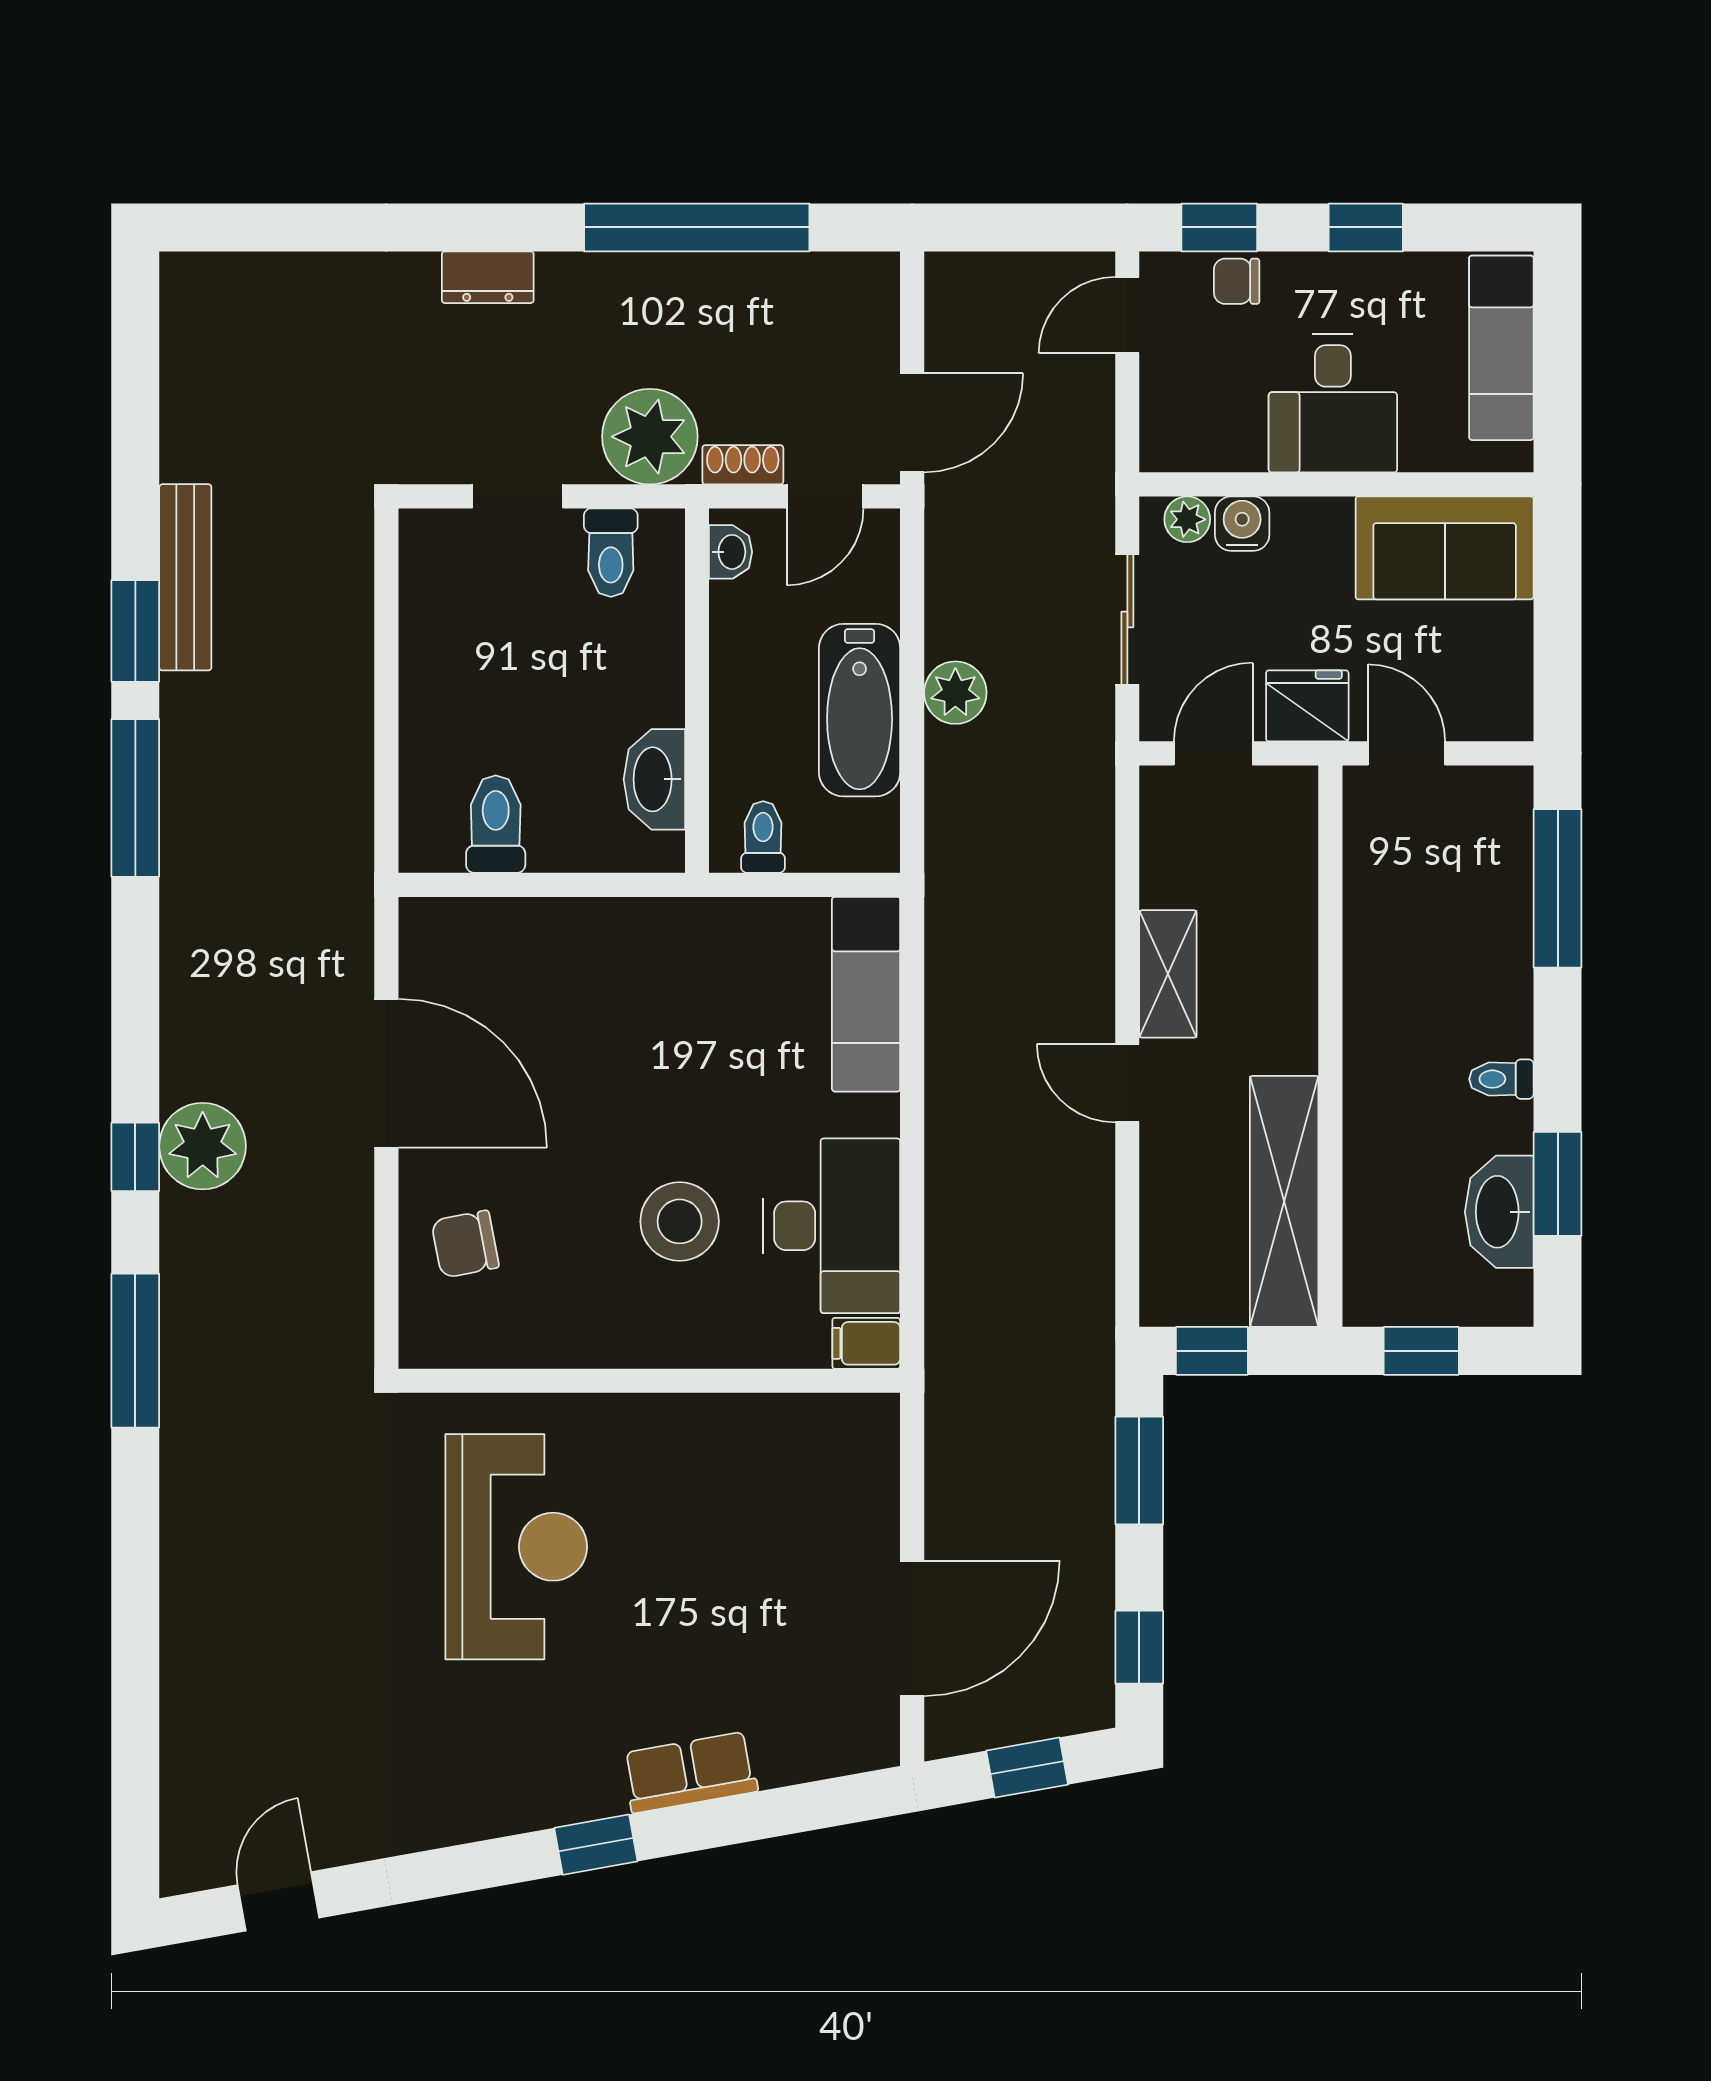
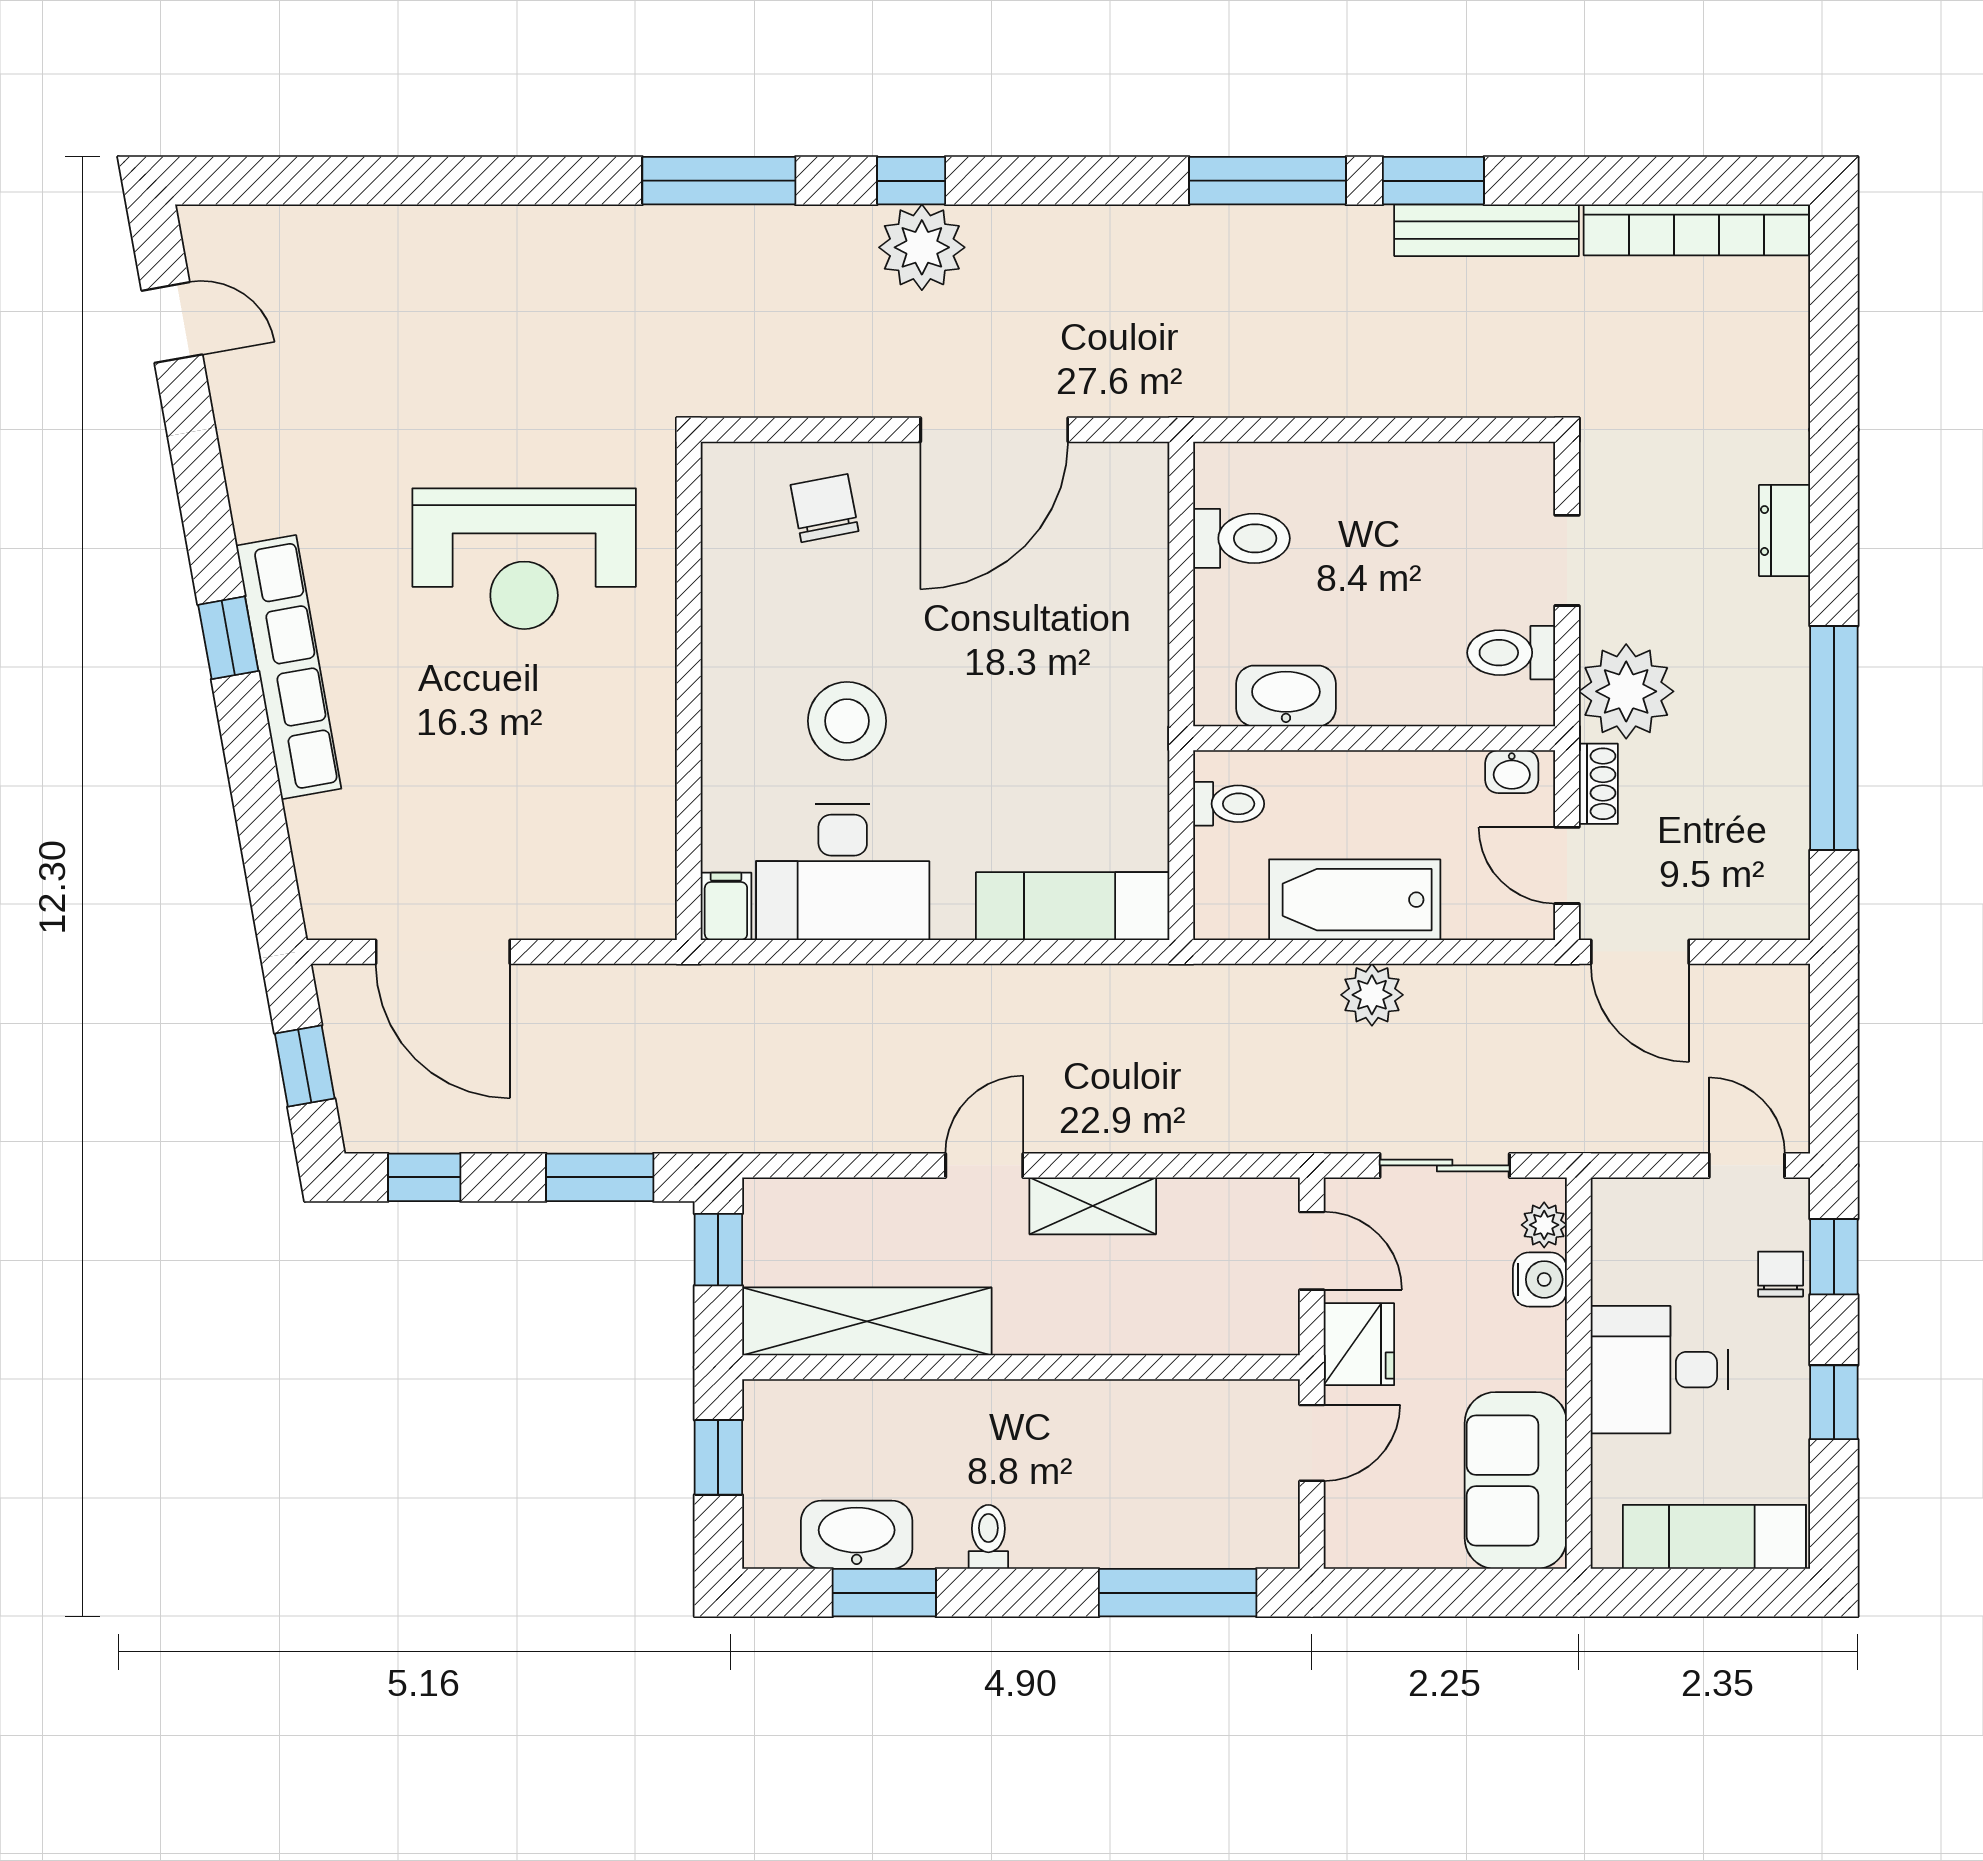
bookcase: (185, 366) -> (1696, 230), added
row of seats: (690, 1772) -> (289, 667), width x2.02

